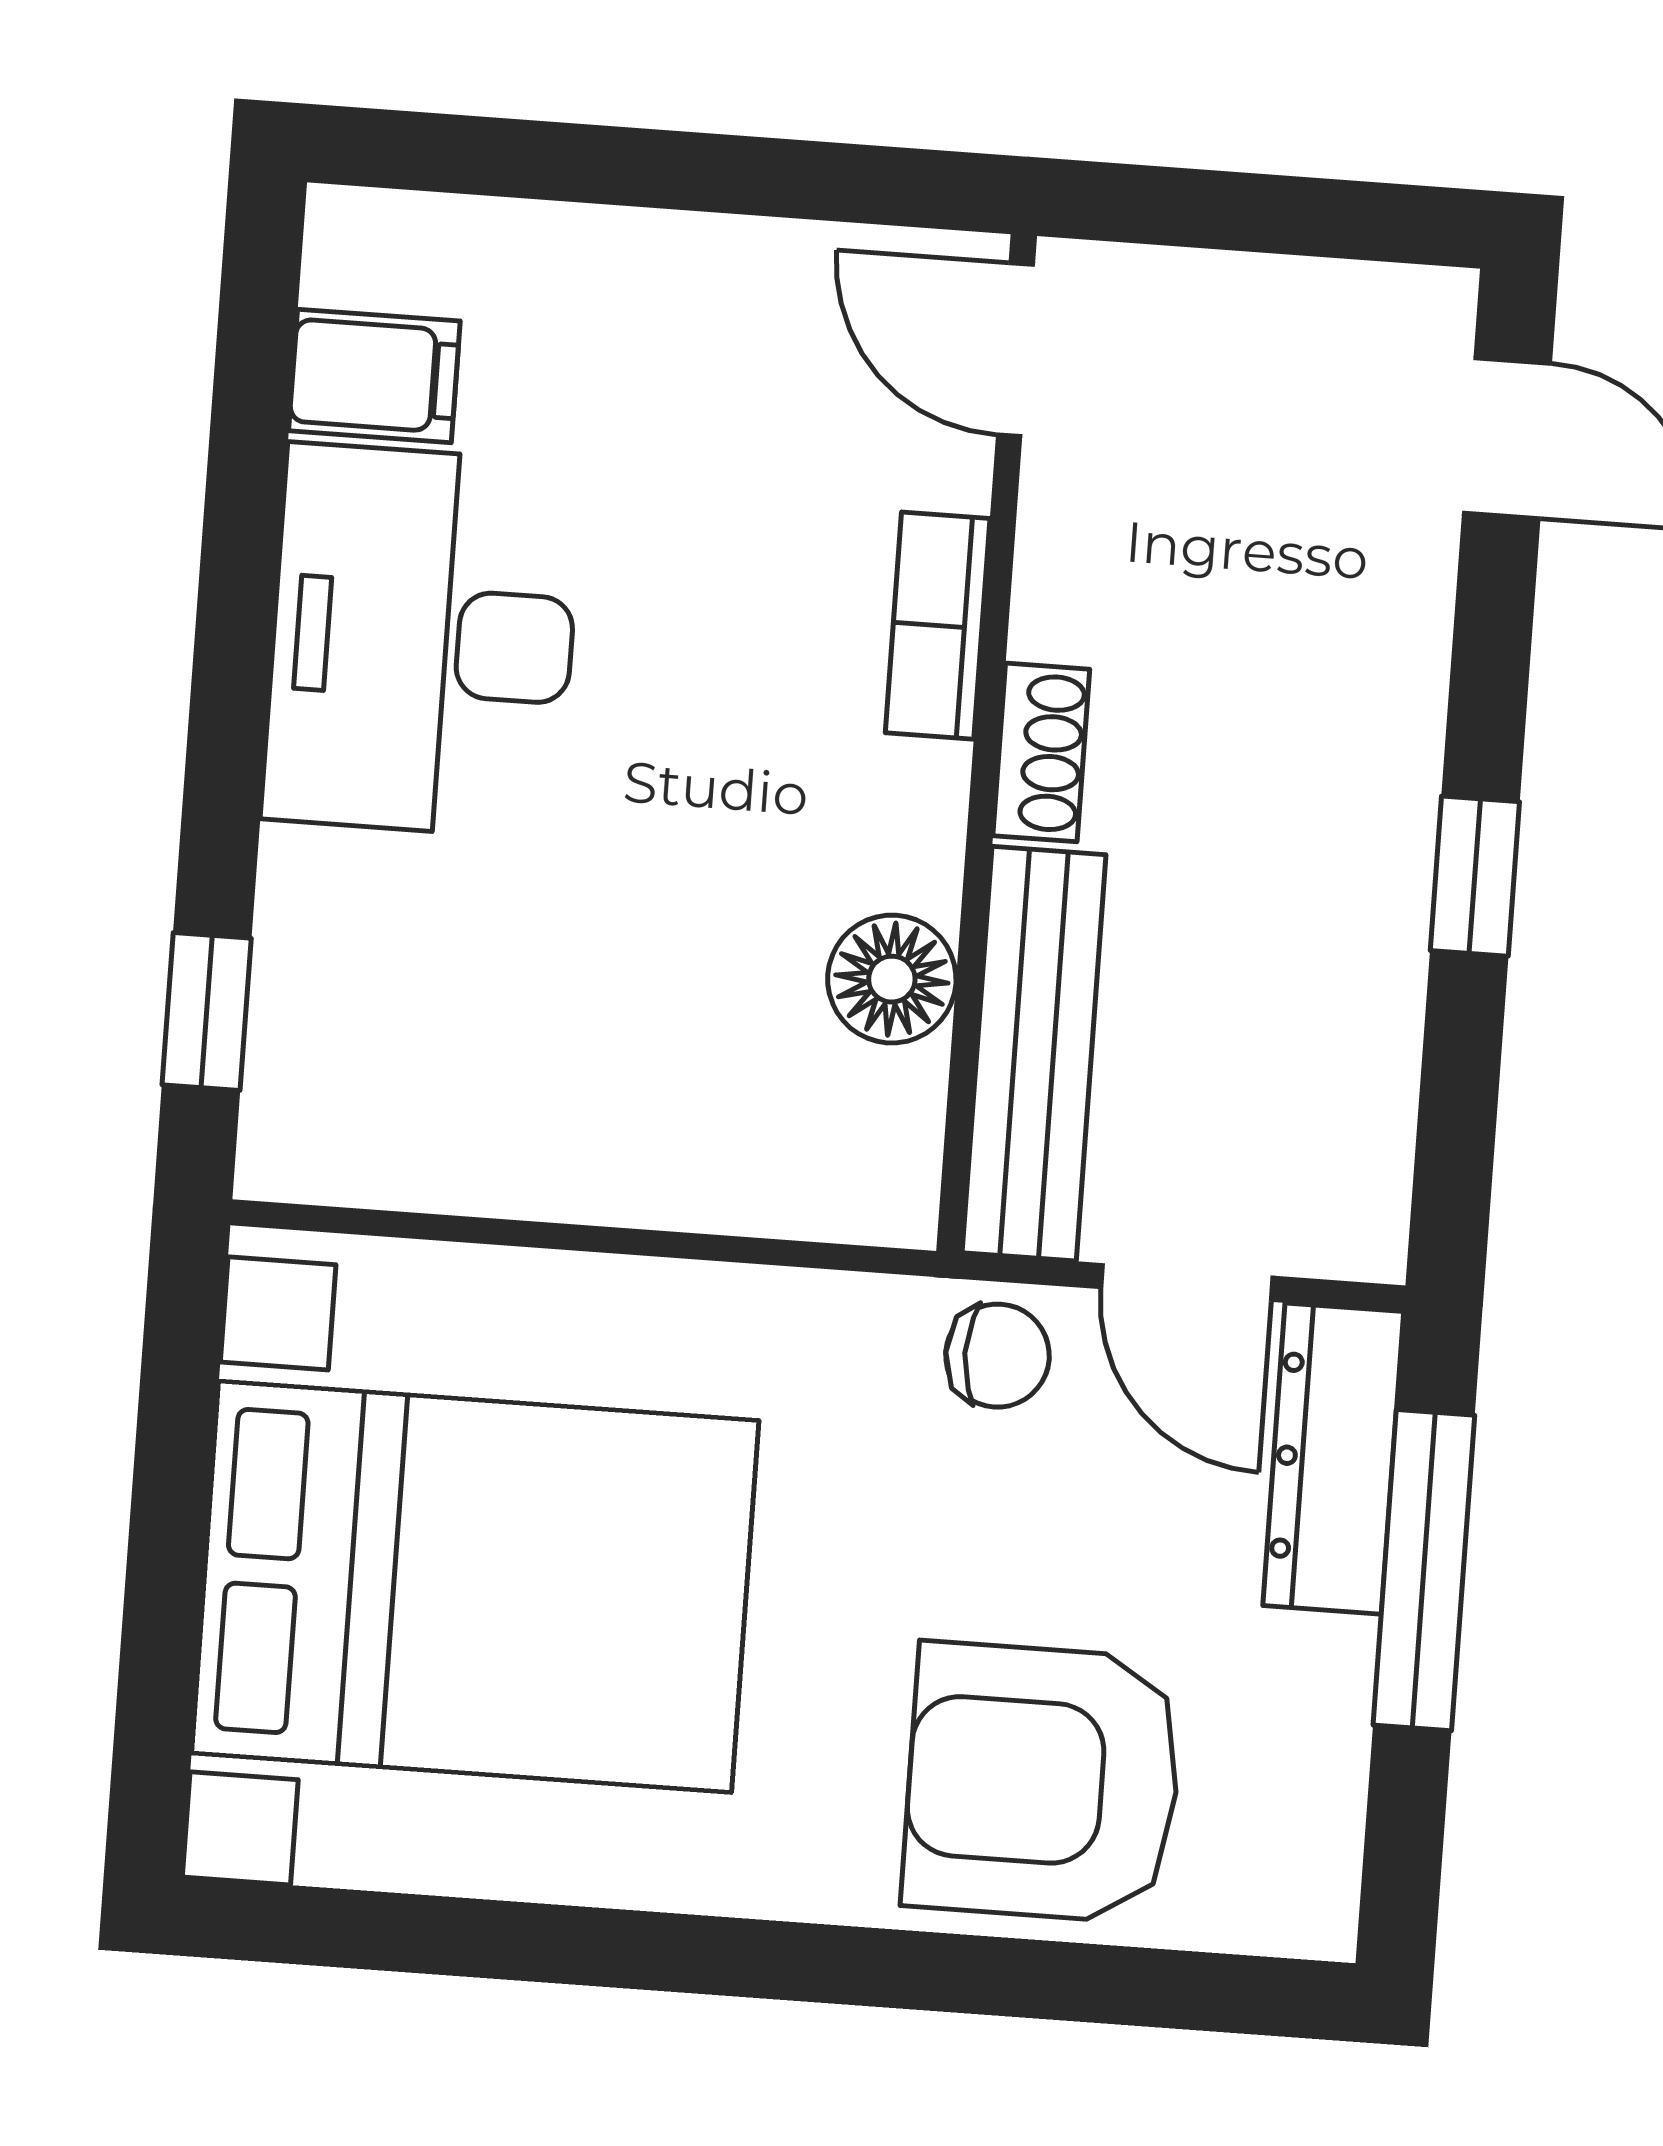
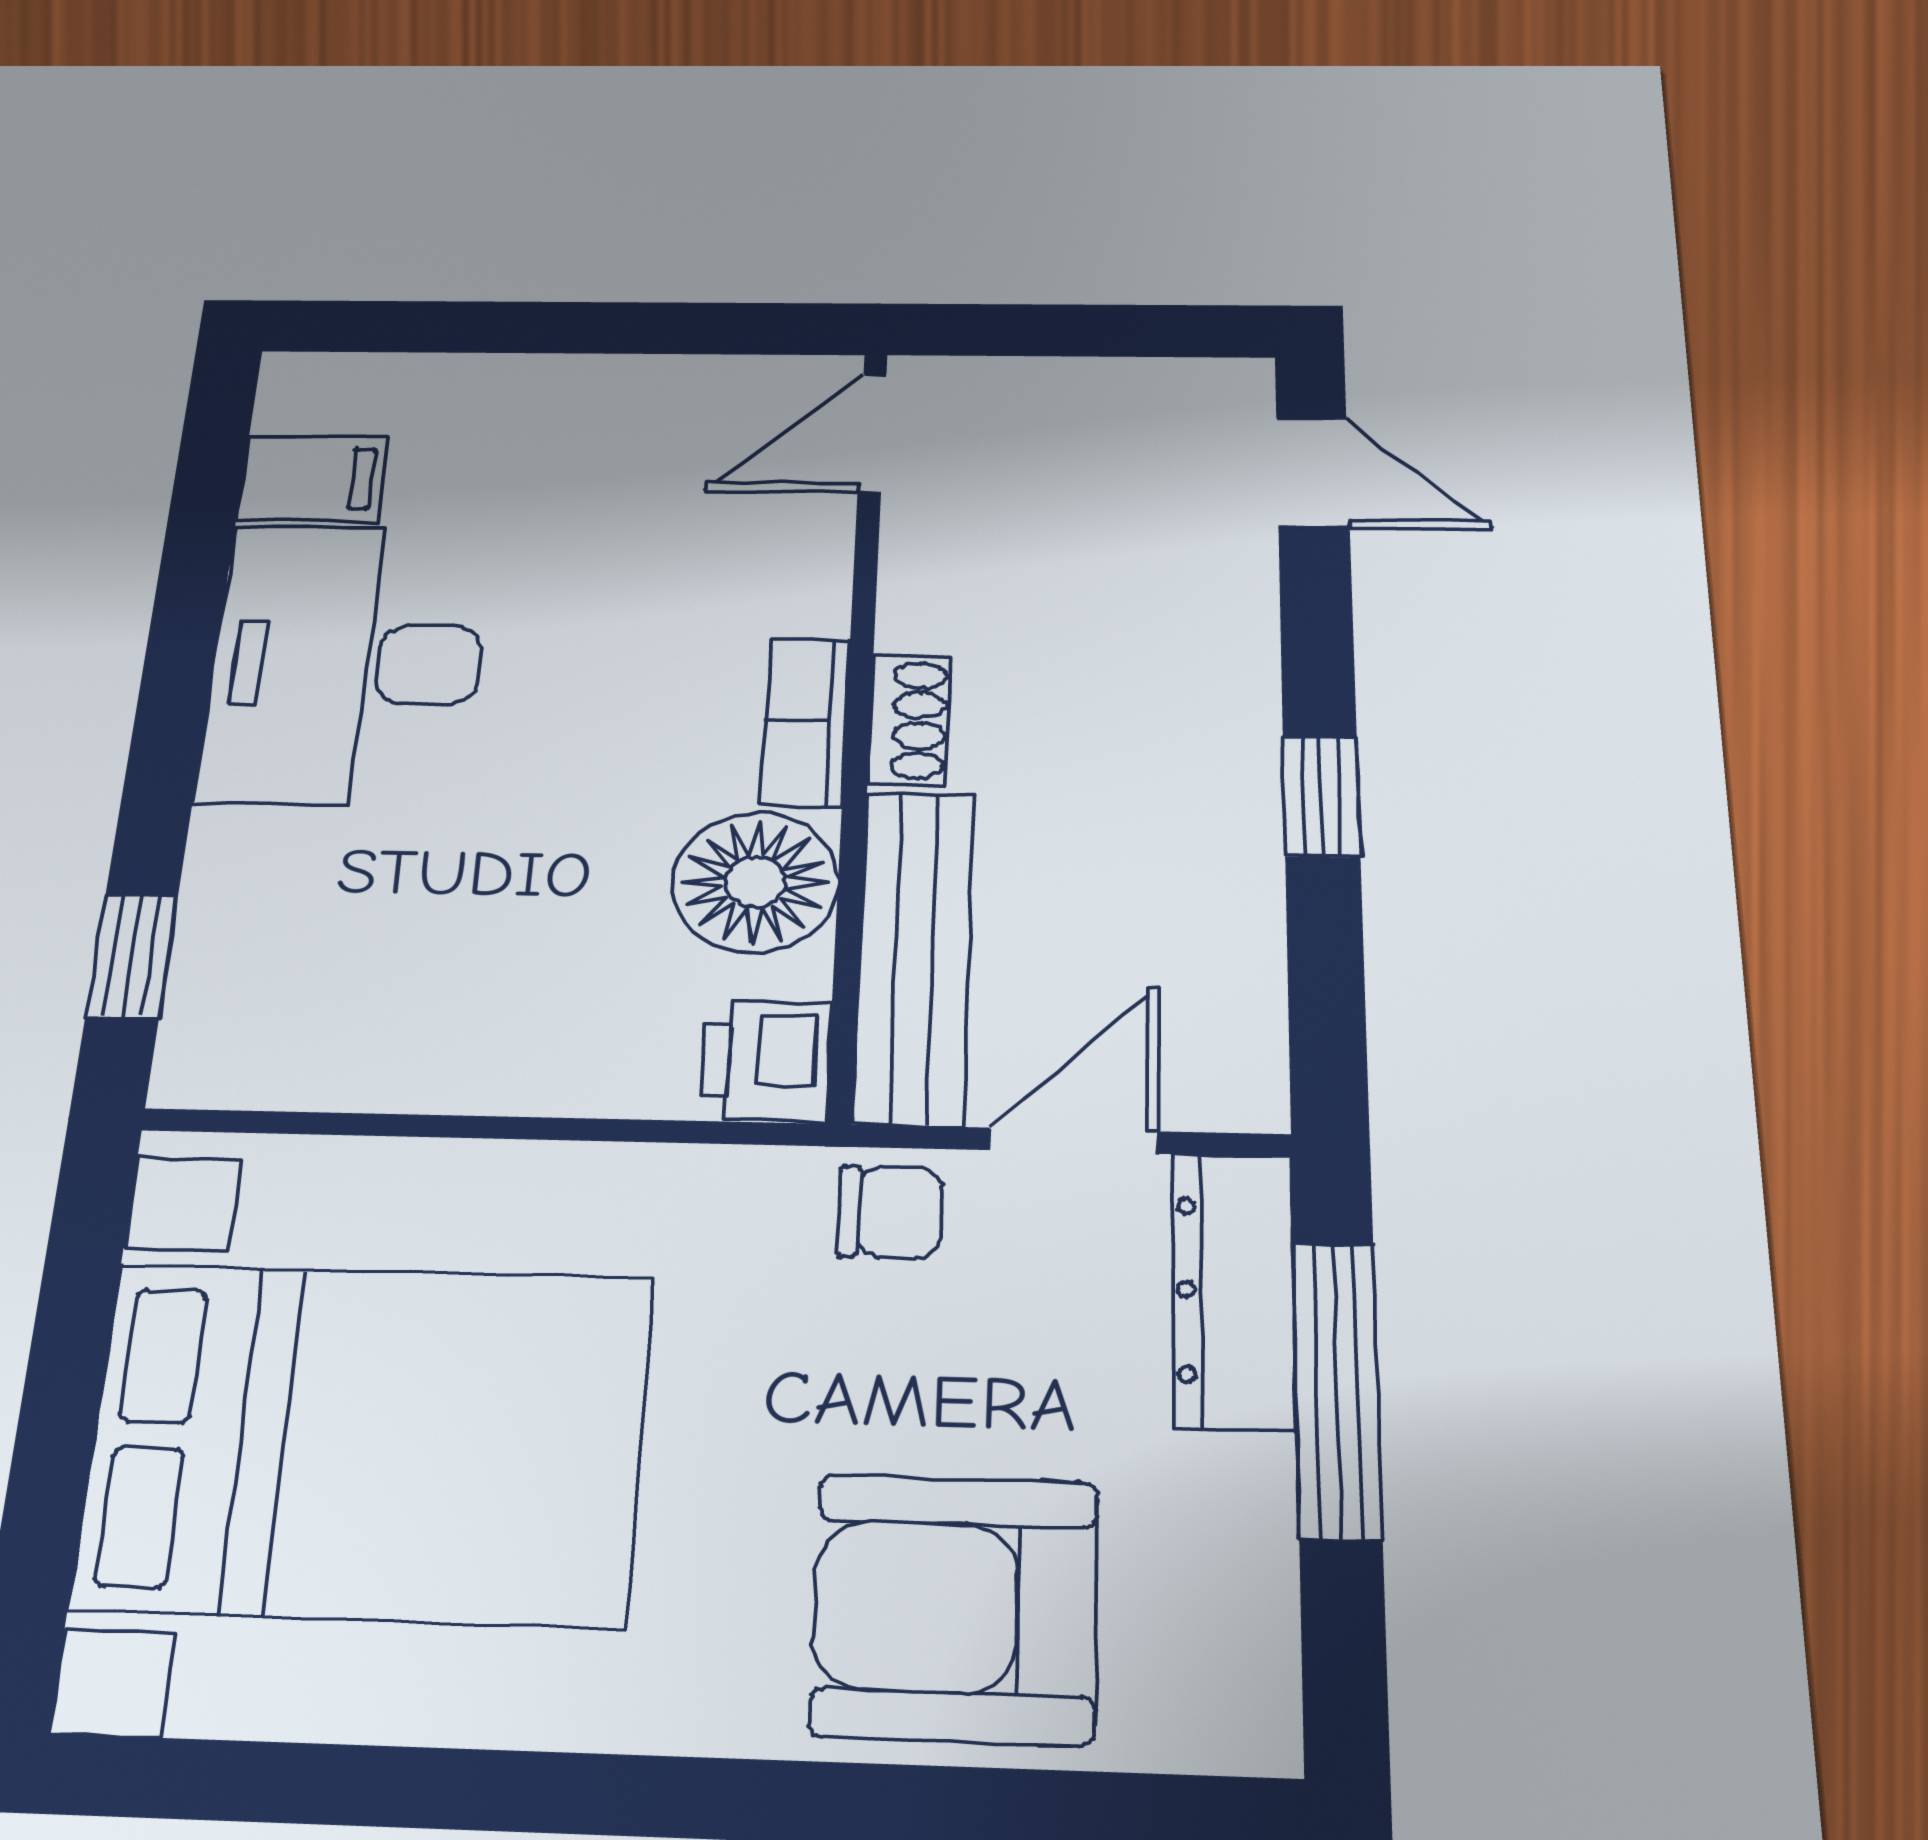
door: (1015, 350) -> (872, 433), hinge flipped
bookcase: (938, 626) -> (805, 721), moved
floor lamp: (892, 979) -> (755, 882), width x1.38, depth x1.38
printer: (877, 1173) -> (766, 1061), added
door: (1187, 1282) -> (1074, 1141), swing flipped

